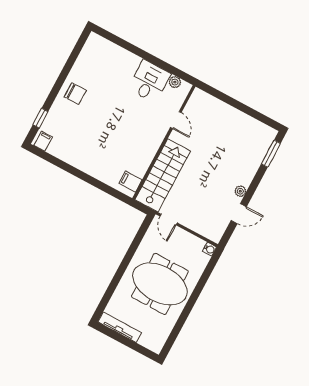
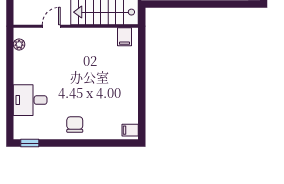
desk: (149, 81) -> (30, 100), moved
window: (40, 118) -> (30, 143), moved

